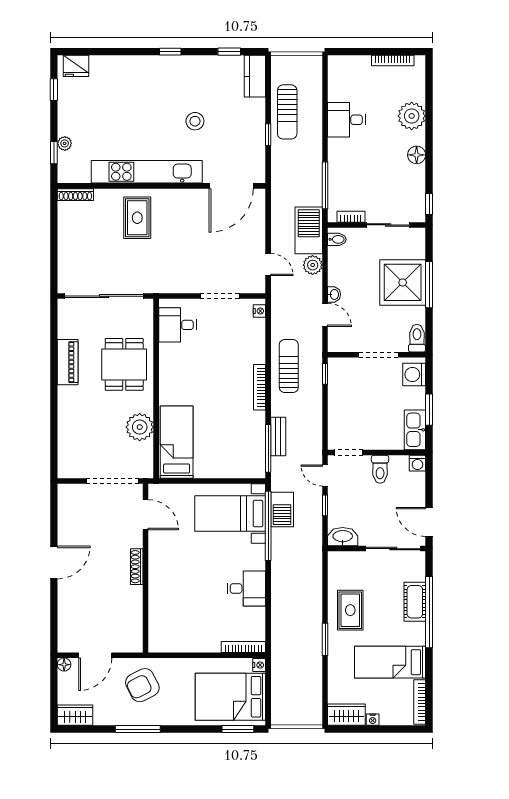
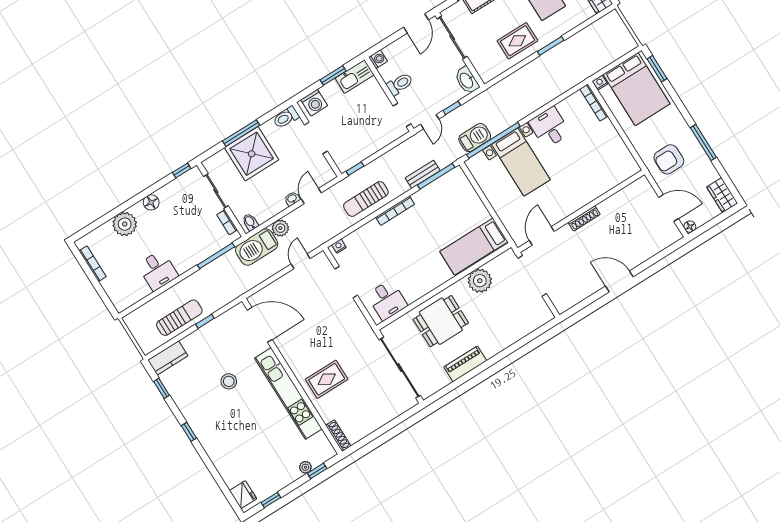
bed with nightstands: (230, 514) -> (521, 162), moved
armchair: (142, 685) -> (669, 159), turned 117

